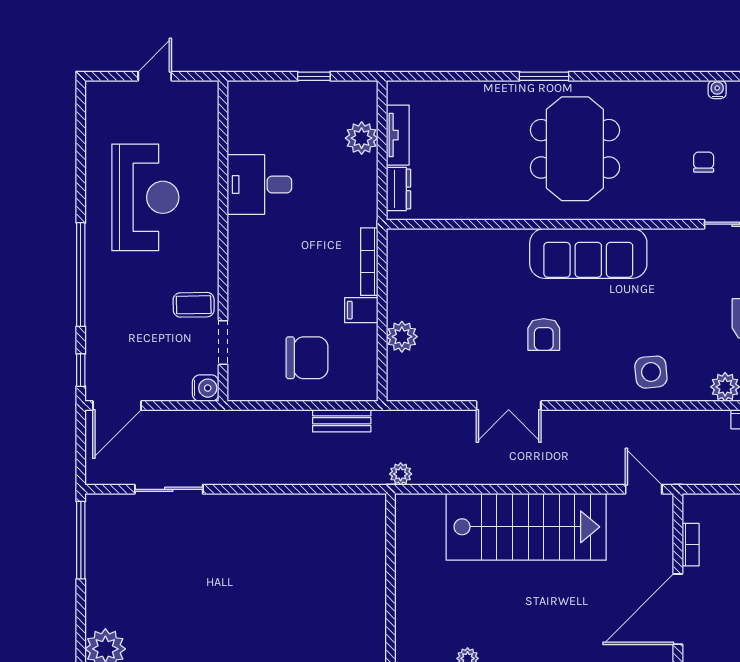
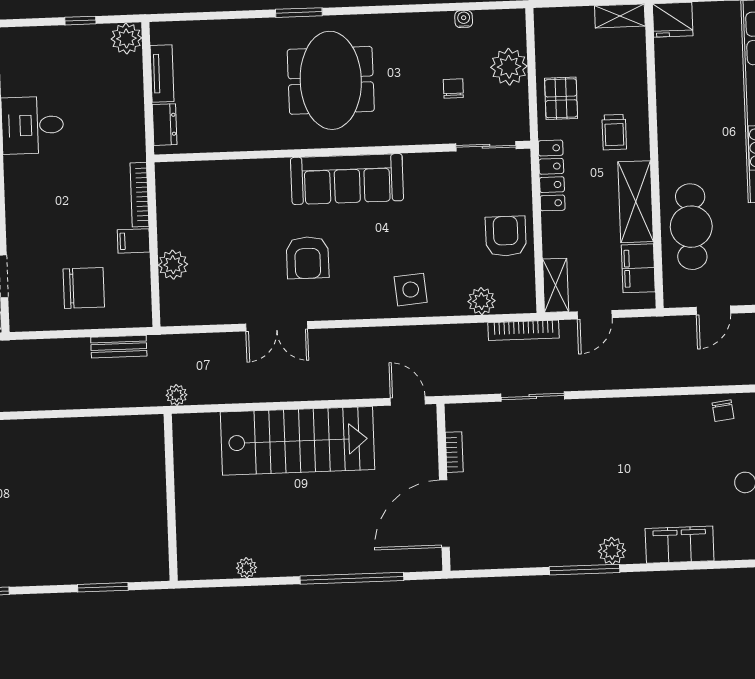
plant: (362, 138) -> (126, 38), moved
armchair: (544, 334) -> (308, 258), width x1.38, depth x1.38

